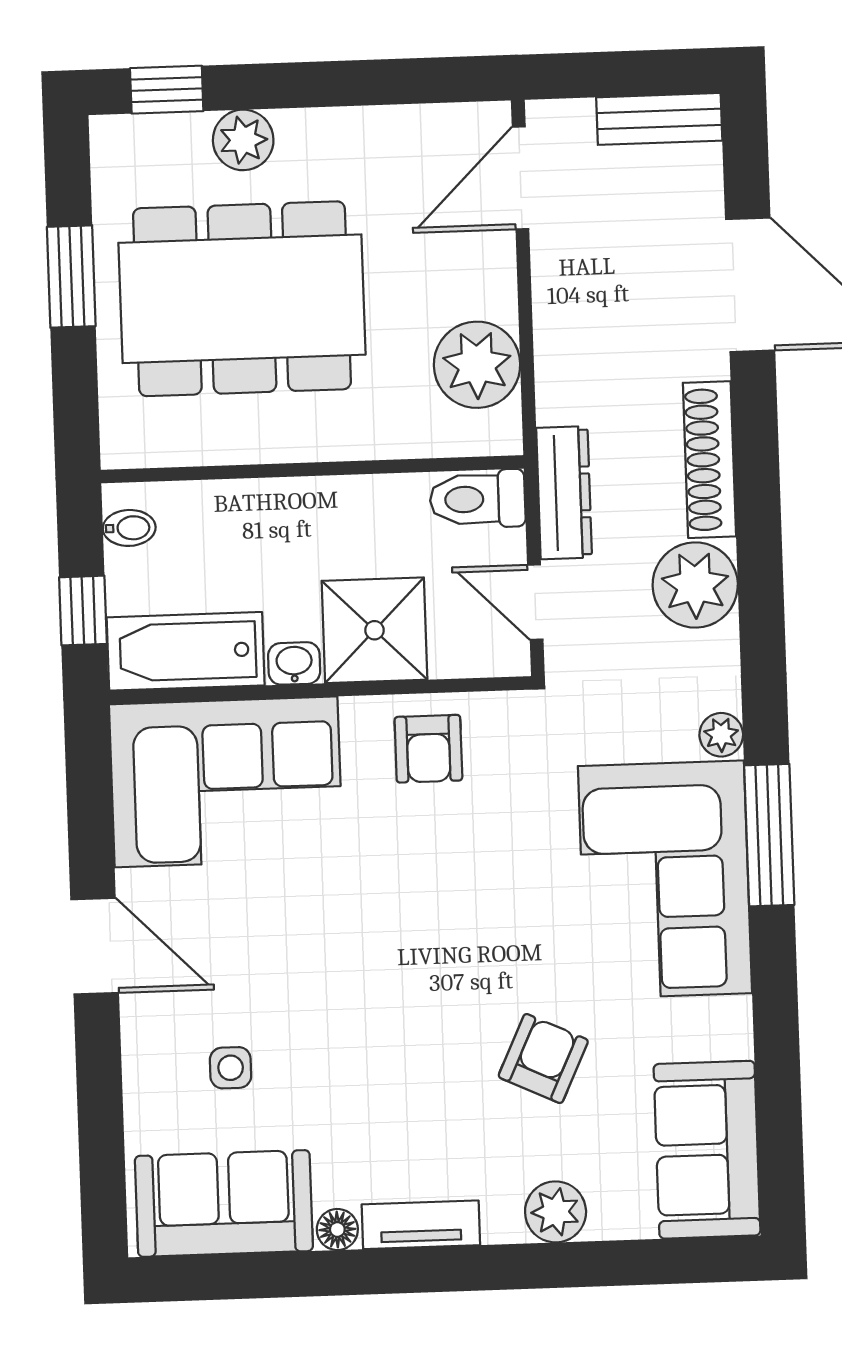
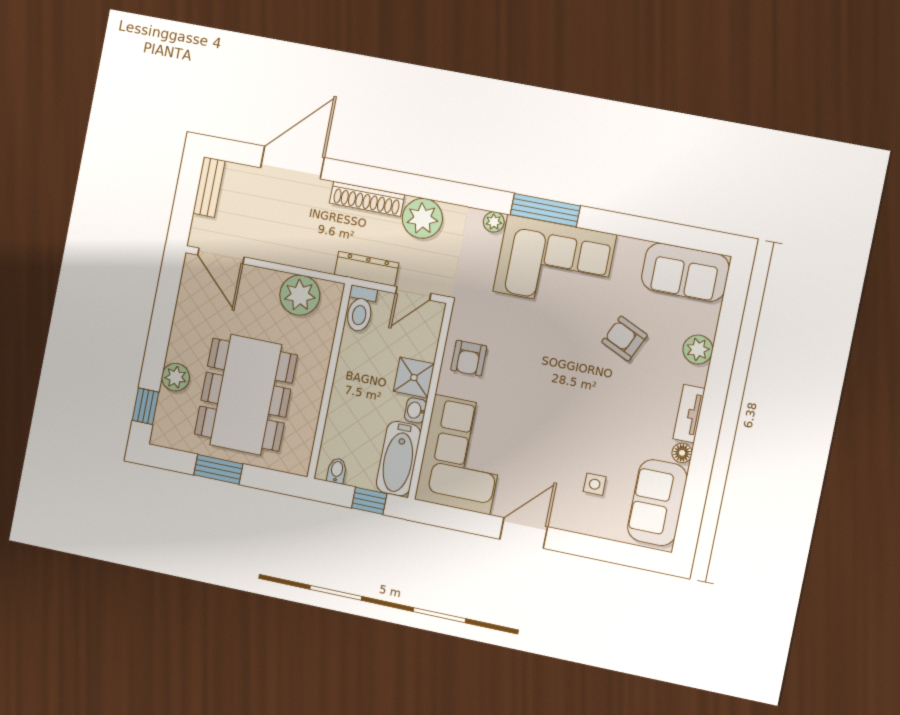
shower: (374, 630) -> (414, 378), width x0.73, depth x0.73
armchair: (428, 749) -> (469, 358), turned 90

